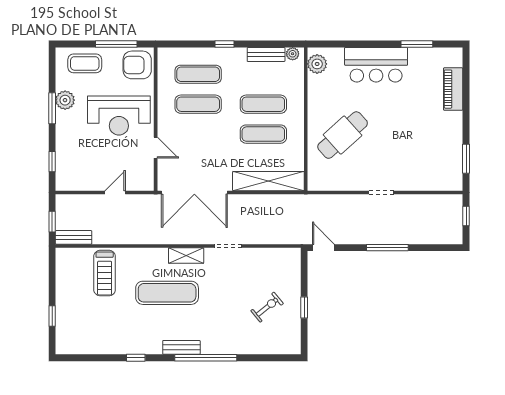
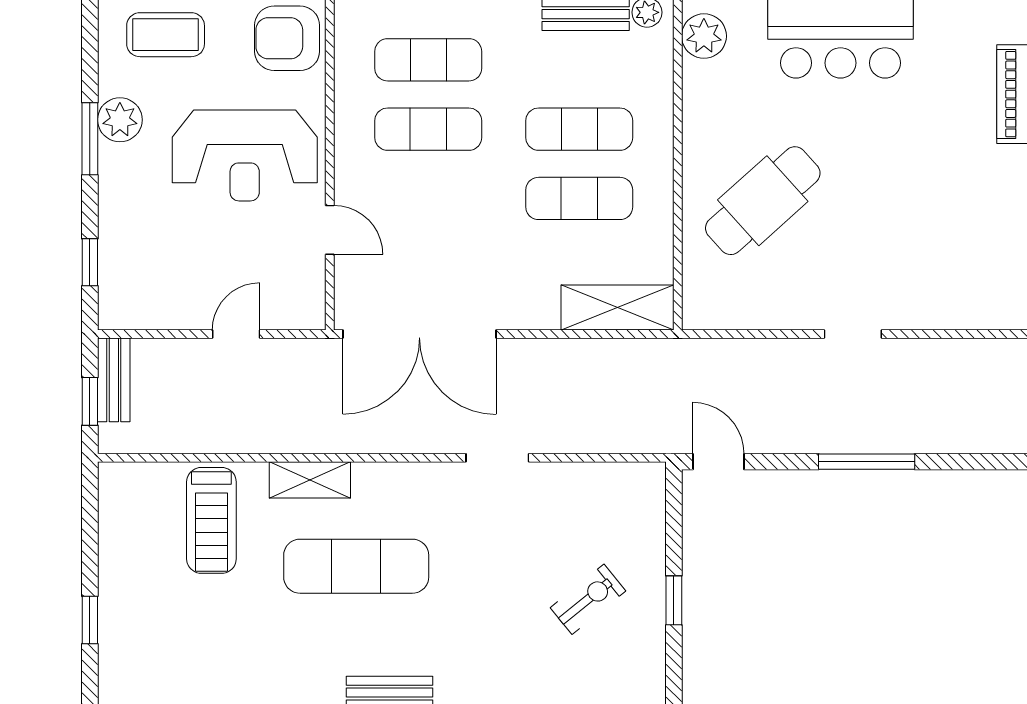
shelving: (268, 181) -> (617, 308), width x0.68
bench: (74, 237) -> (114, 380), moved, turned 90
shelving: (186, 256) -> (310, 480), moved

